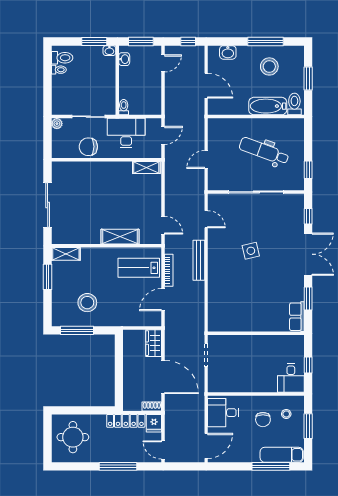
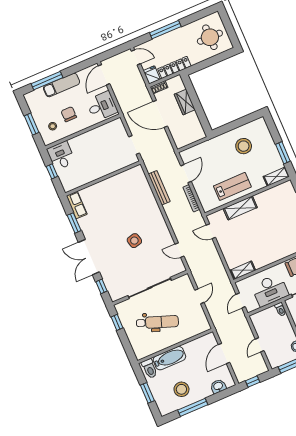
door: (163, 63) -> (260, 345), moved
door: (206, 86) -> (224, 353), hinge flipped
bench: (199, 260) -> (159, 188), moved
lab bench: (139, 268) -> (232, 186), moved
window: (77, 330) -> (242, 121), removed
wardrobe: (154, 343) -> (185, 102), moved, turned 180
exam couch: (282, 455) -> (61, 85), moved

